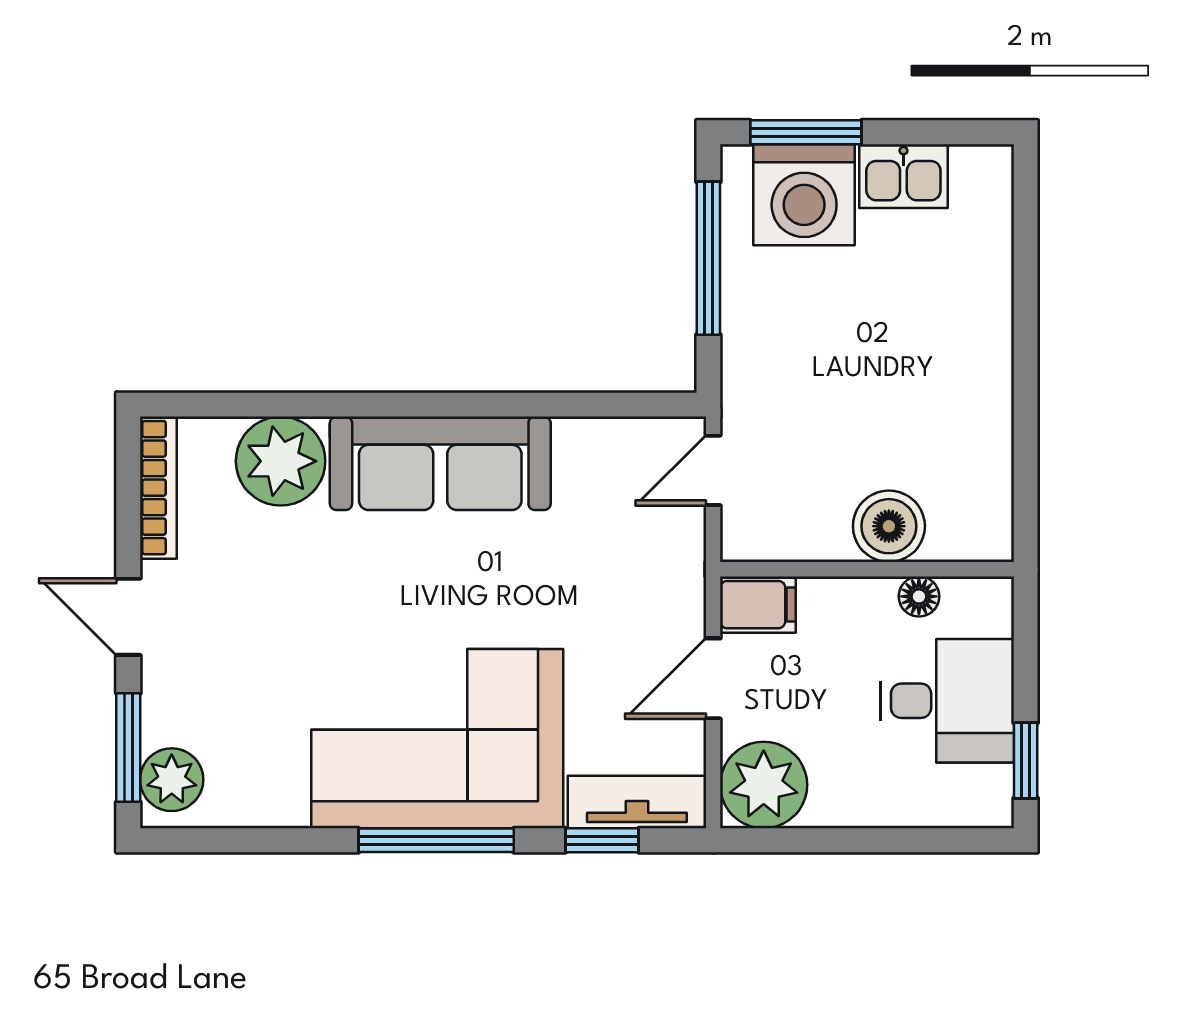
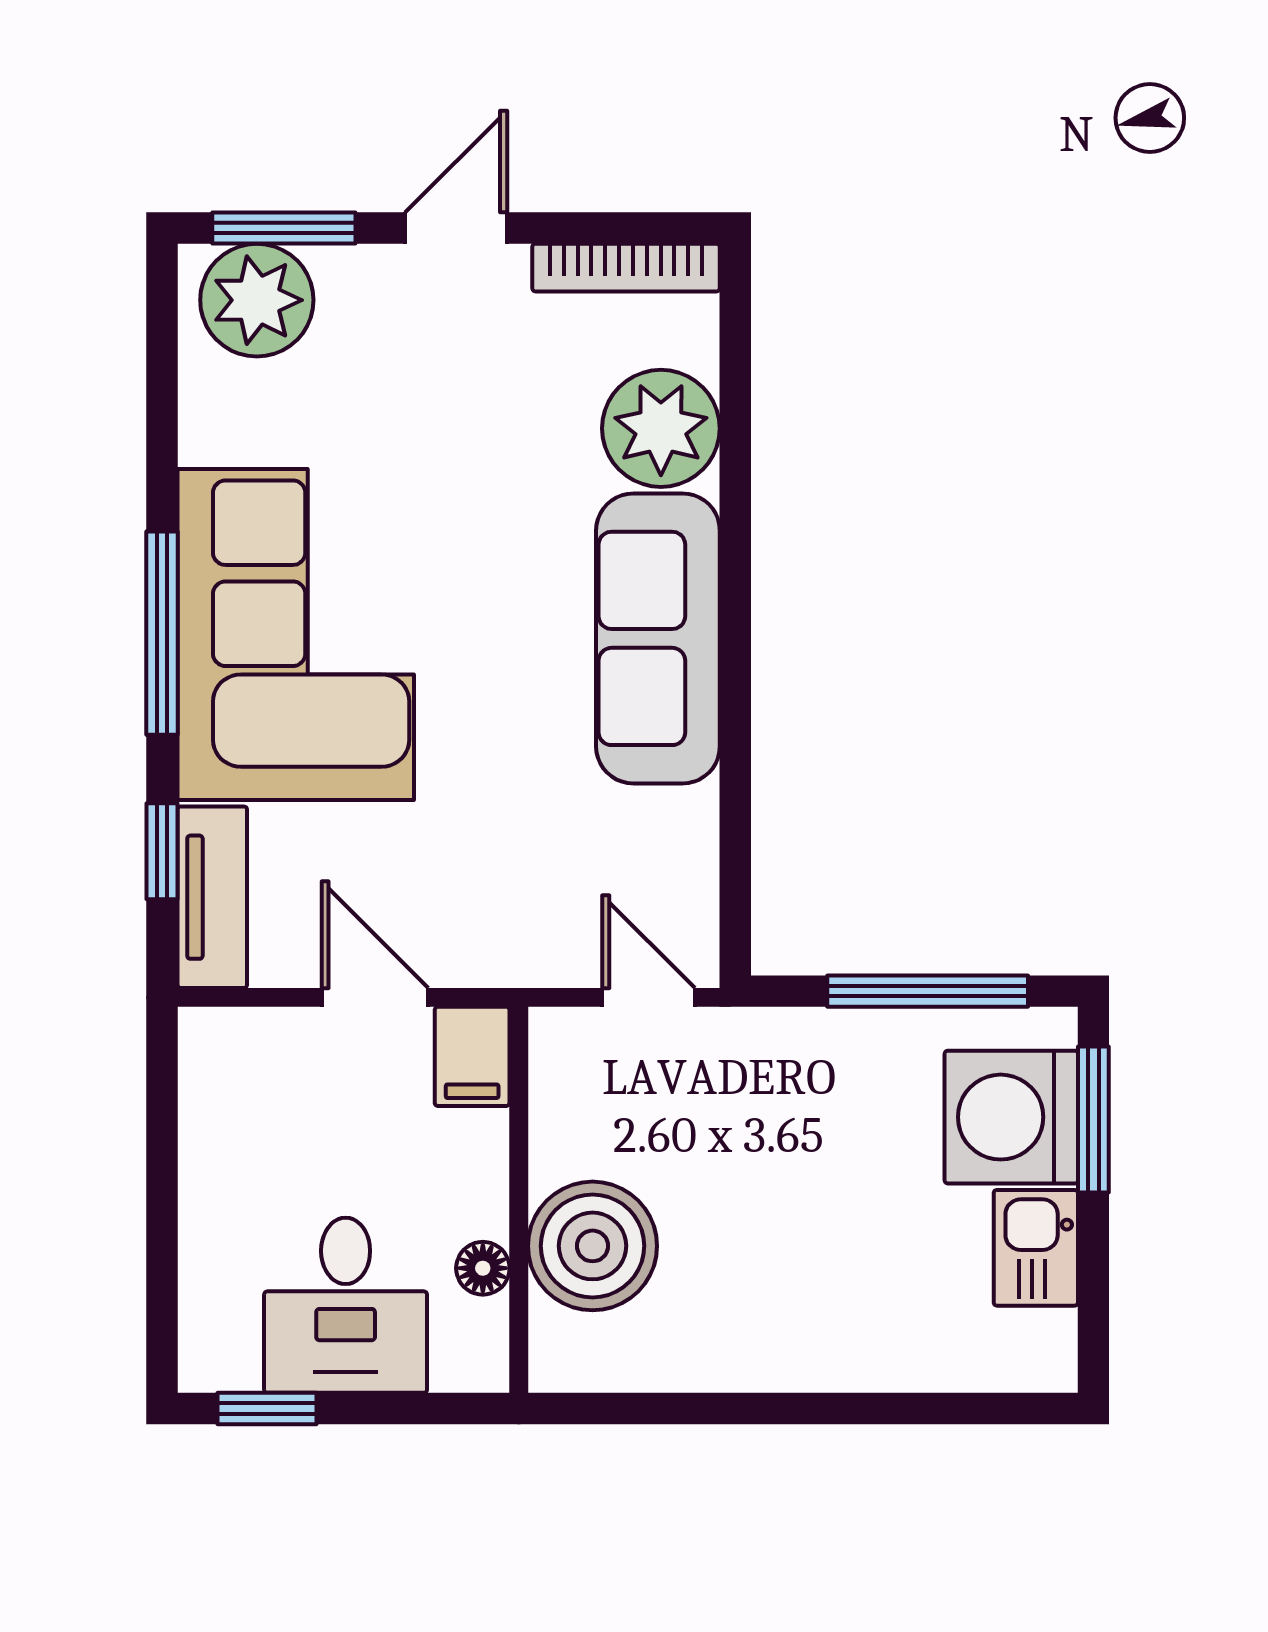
boiler: (889, 526) -> (593, 1246), width x1.37, depth x1.37
plant: (172, 780) -> (257, 300), width x1.36, depth x1.36
plant: (764, 785) -> (235, 1064), removed

